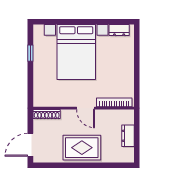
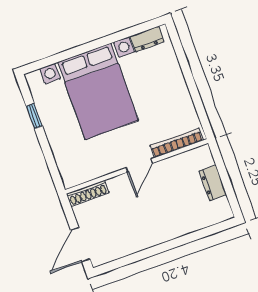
door: (86, 108) -> (139, 165), hinge flipped
rug: (82, 148) -> (154, 223), removed

